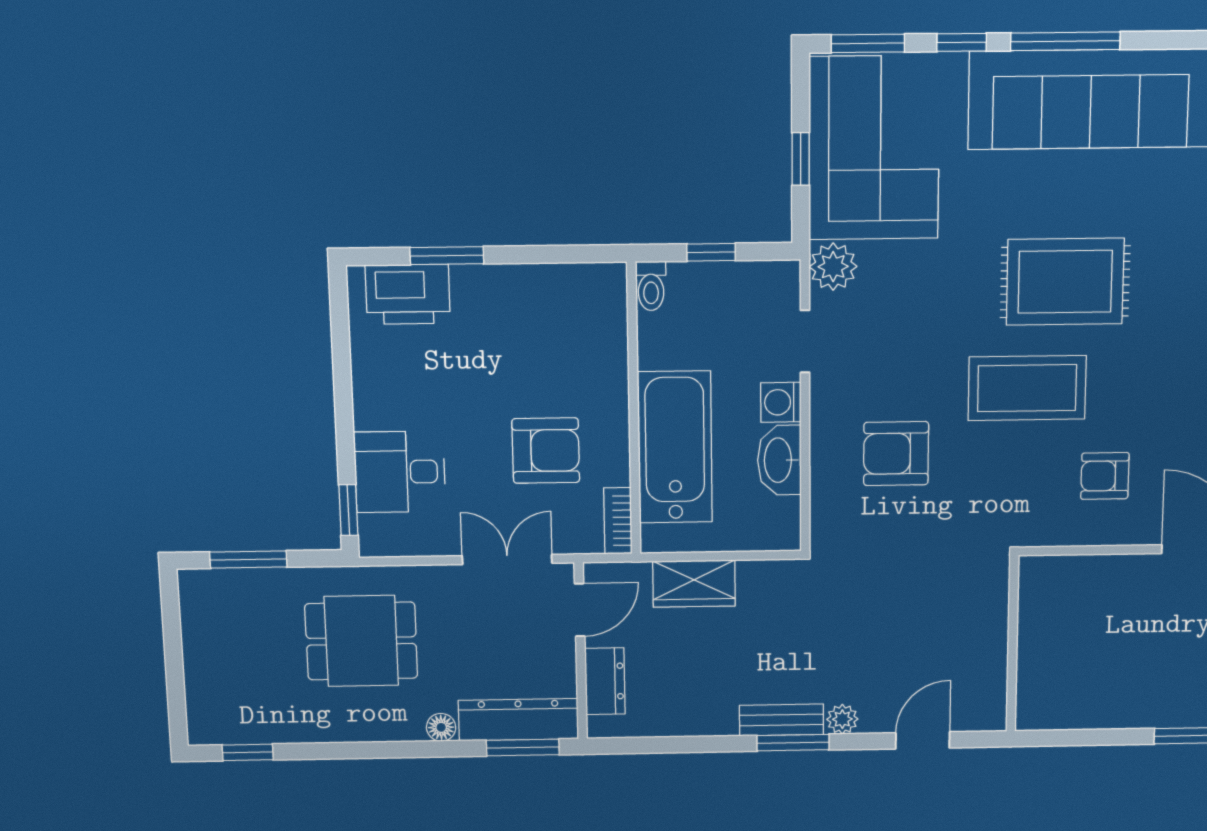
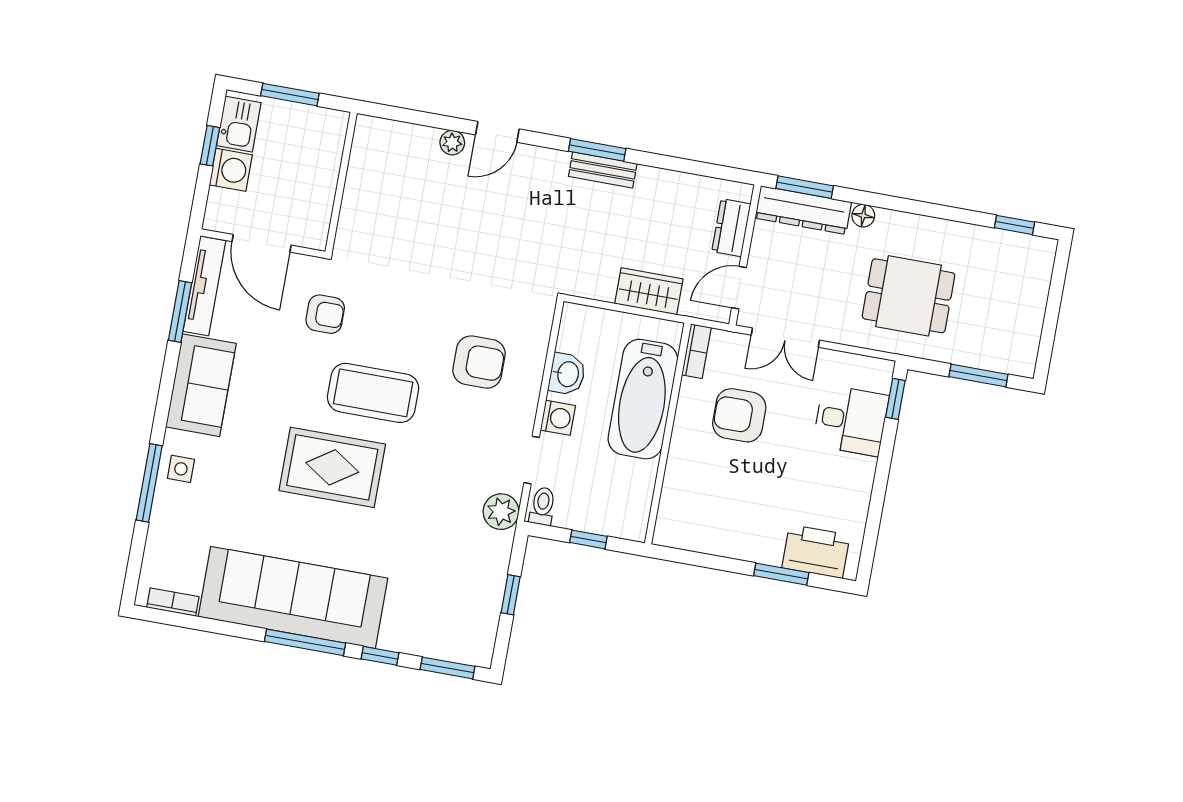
corner sofa: (874, 148) -> (456, 592), removed
toilet: (651, 286) -> (543, 506), moved
washbasin: (779, 460) -> (567, 374), width x0.72
wall: (1013, 644) -> (341, 182), moved
plant: (842, 719) -> (452, 143), moved

